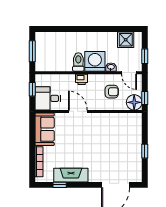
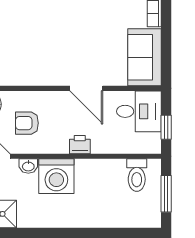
toilet: (78, 62) -> (137, 175), moved

